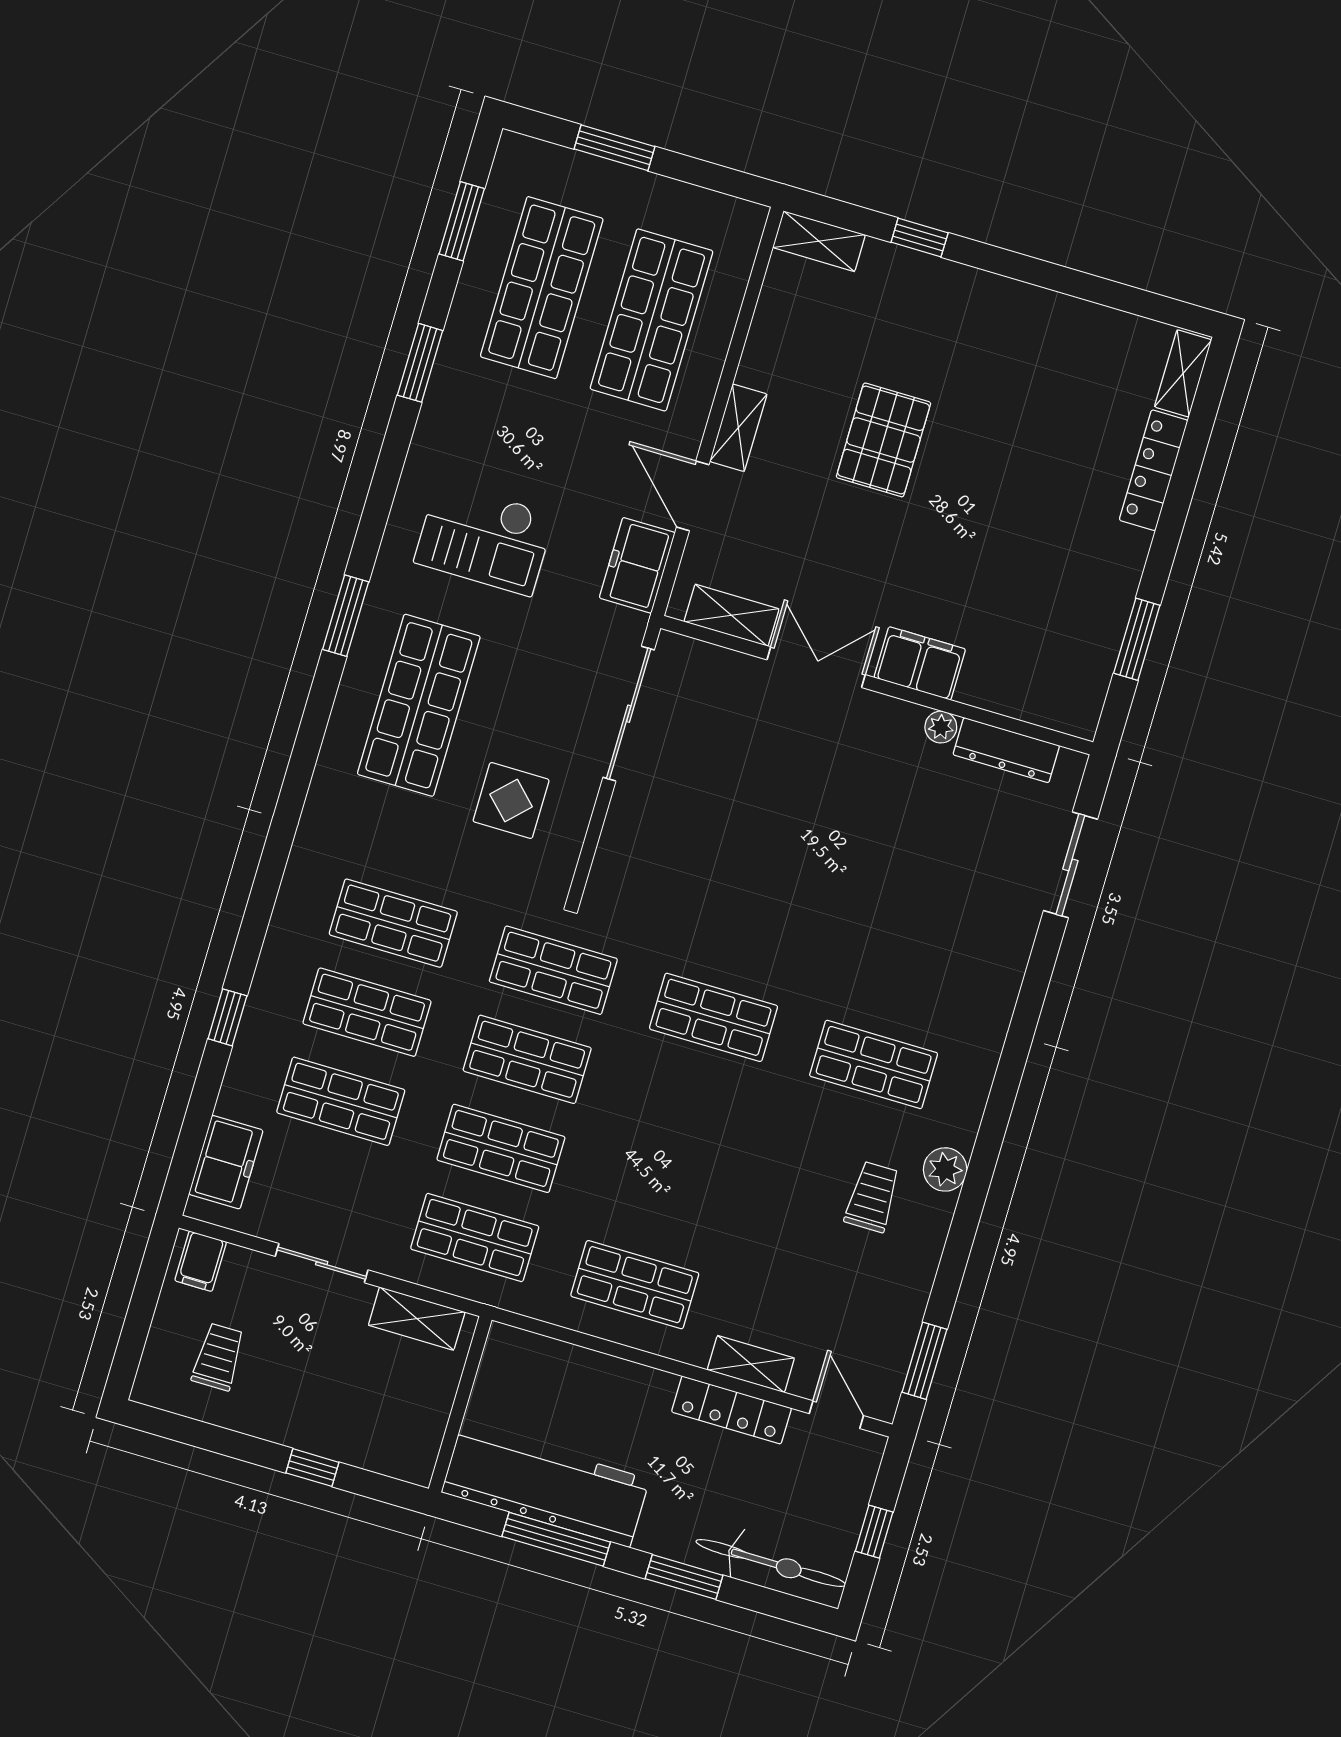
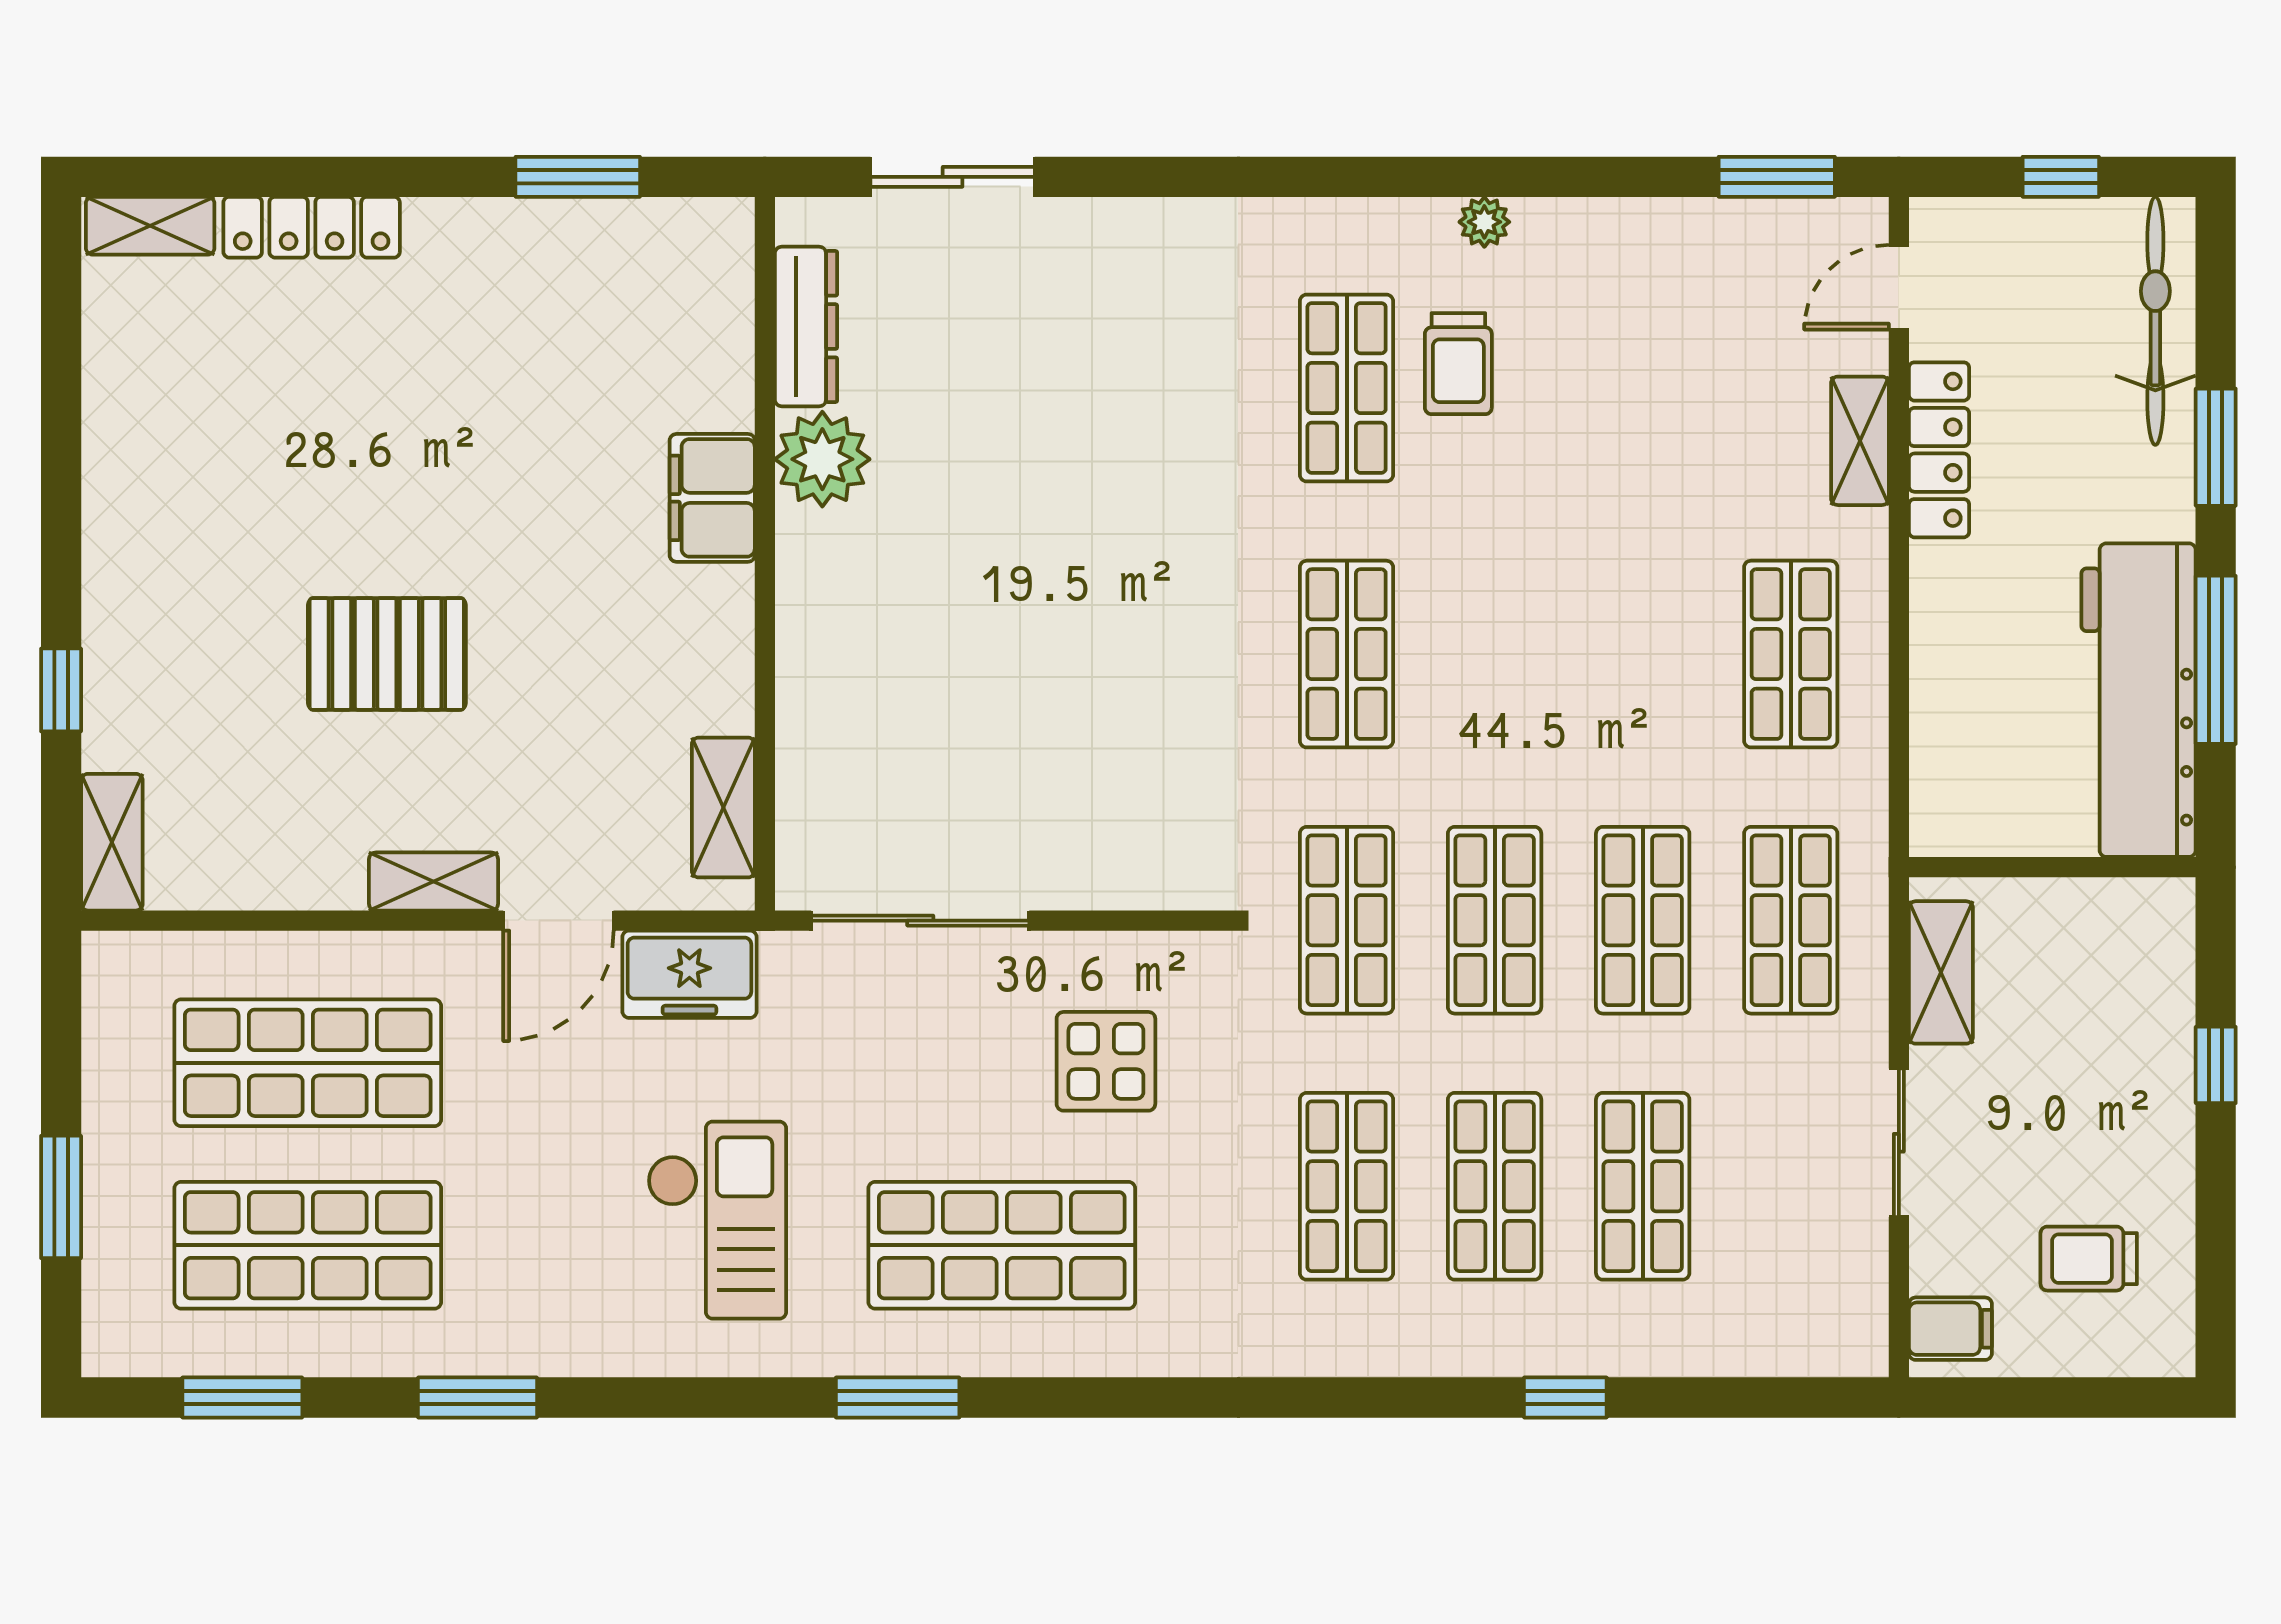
double door: (816, 667) -> (765, 655), removed
plant: (941, 727) -> (822, 459), width x1.88, depth x1.88
freezer: (226, 1162) -> (1787, 1335), removed
plant: (945, 1169) -> (1484, 222), width x0.73, depth x0.73
trolley: (872, 1197) -> (1458, 364), moved, turned -90

